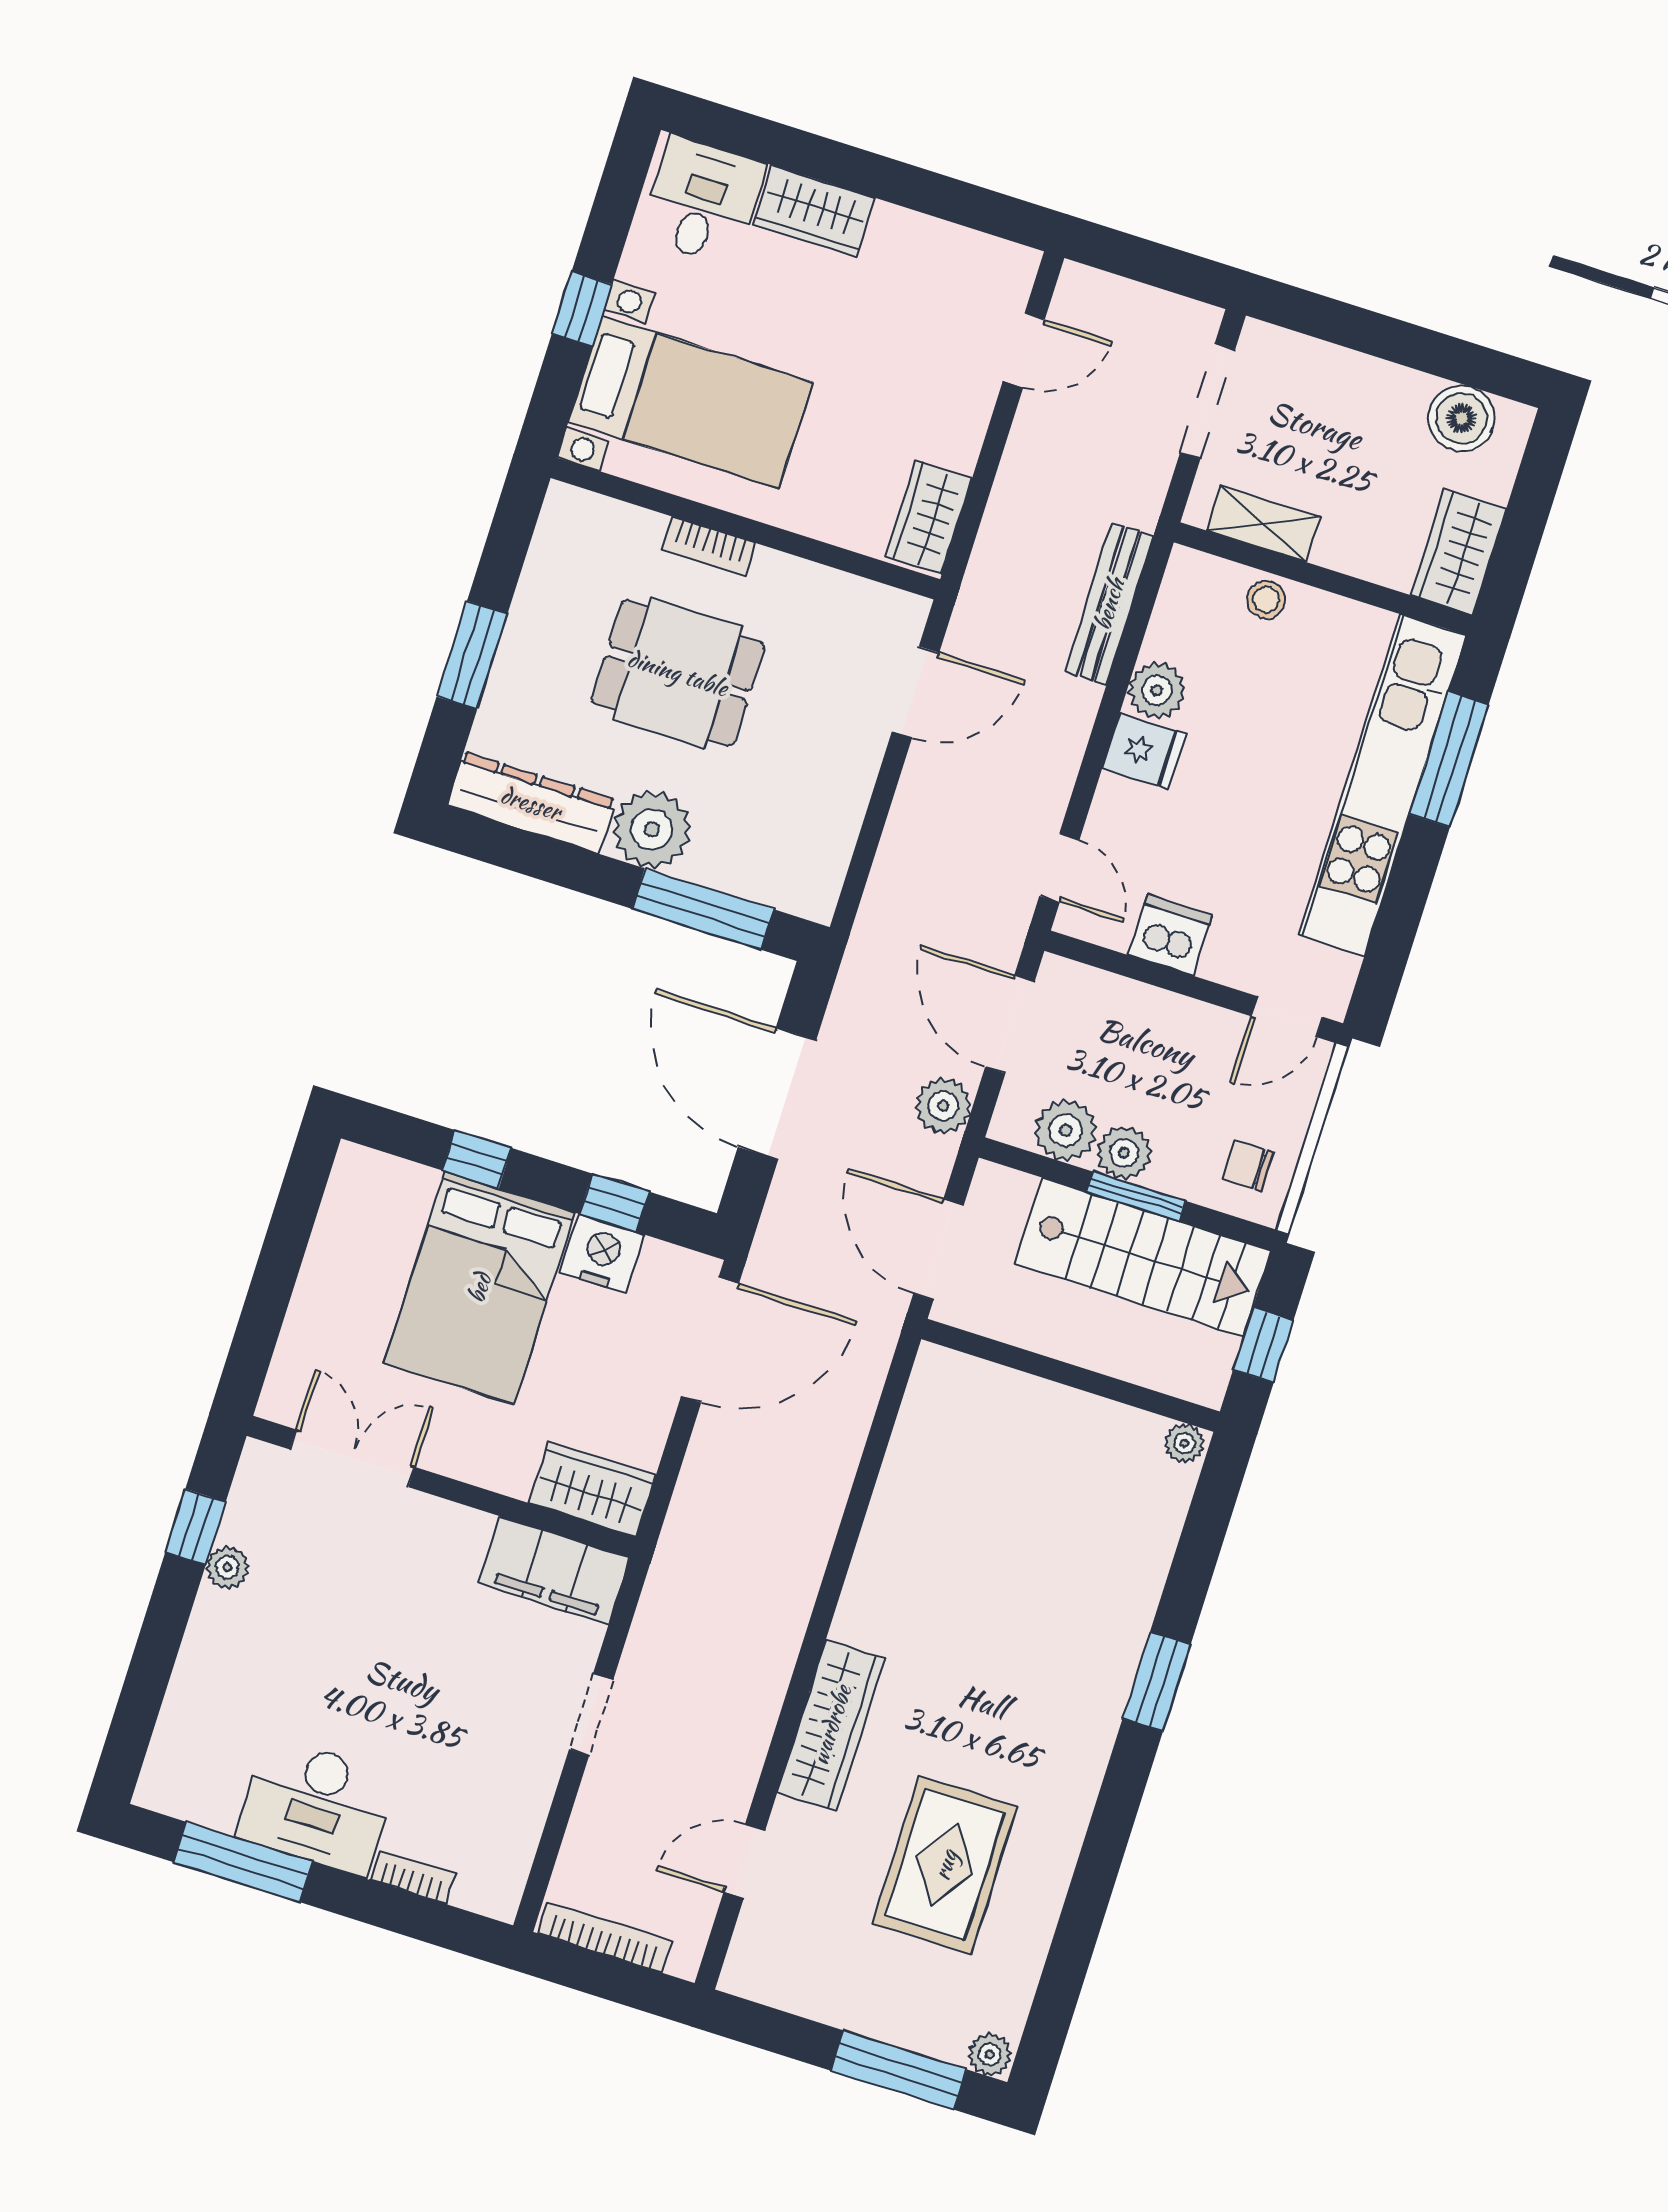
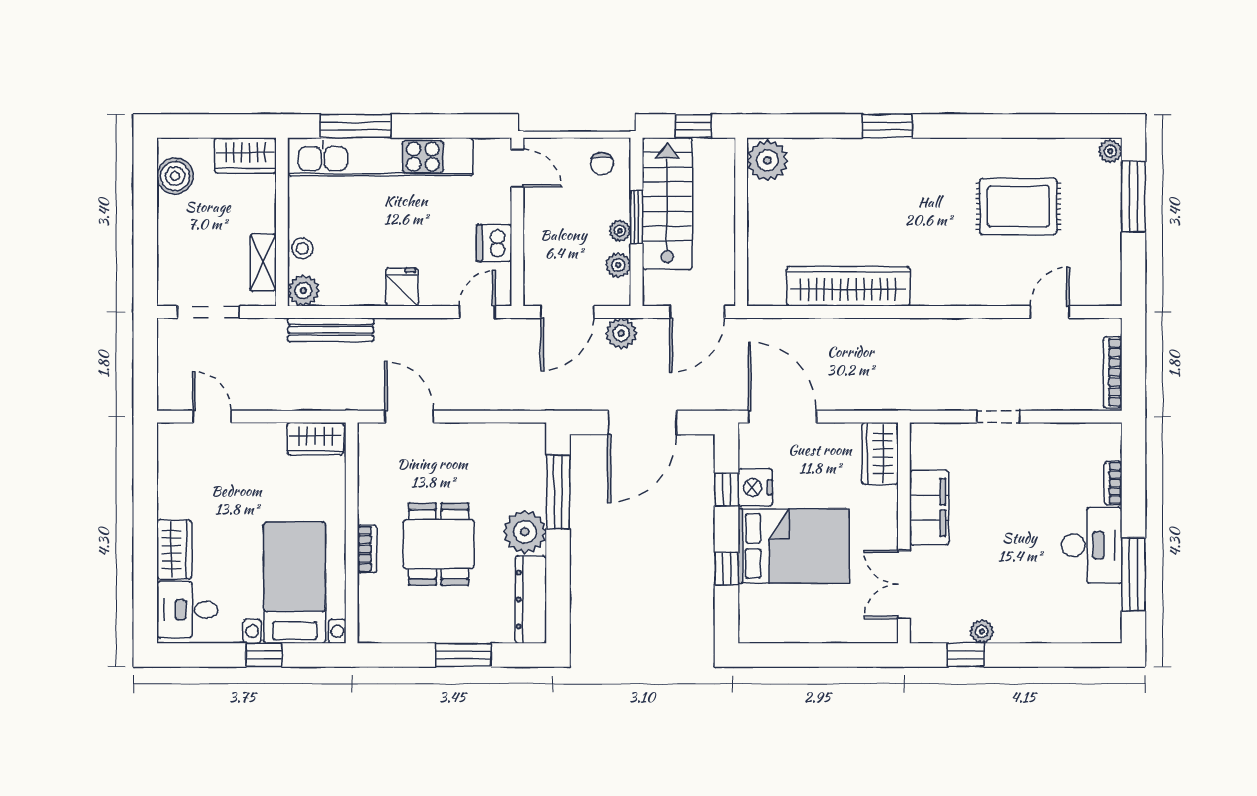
plant: (1157, 690) -> (303, 291), moved
plant: (1066, 1130) -> (618, 265), width x0.73, depth x0.73
plant: (1124, 1153) -> (620, 231), width x0.73, depth x0.73
plant: (1184, 1443) -> (767, 160), width x1.88, depth x1.88
filing cabinet: (554, 1571) -> (929, 507), moved
wardrobe: (831, 1725) -> (848, 286), moved, width x1.40, depth x1.17
door: (744, 1861) -> (1050, 312), swing flipped

